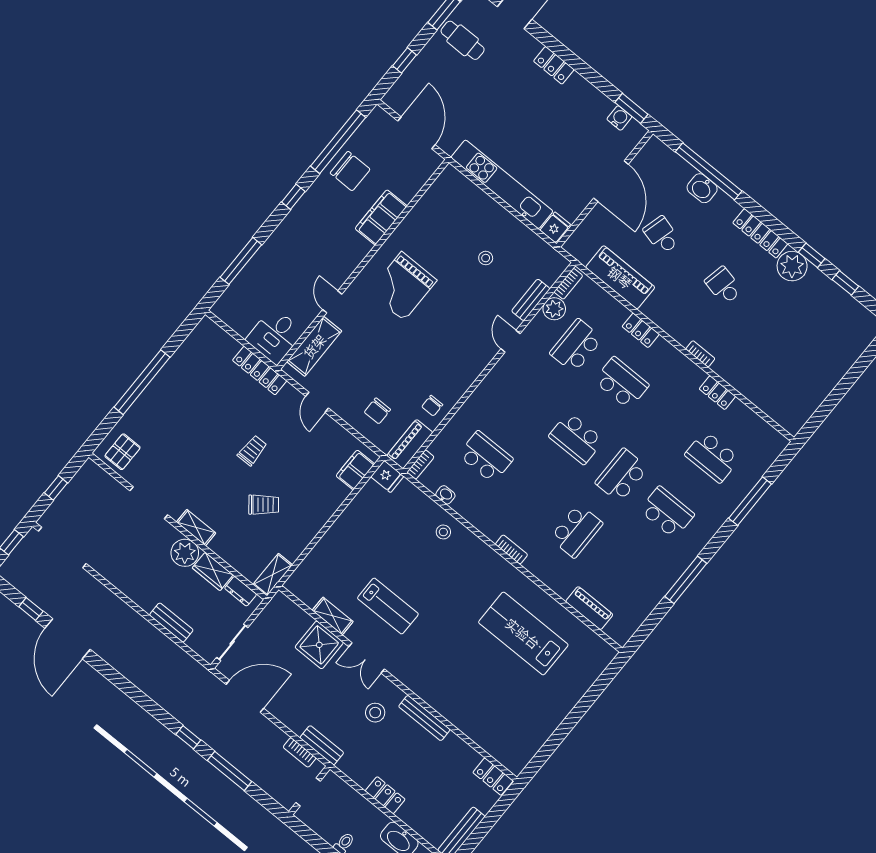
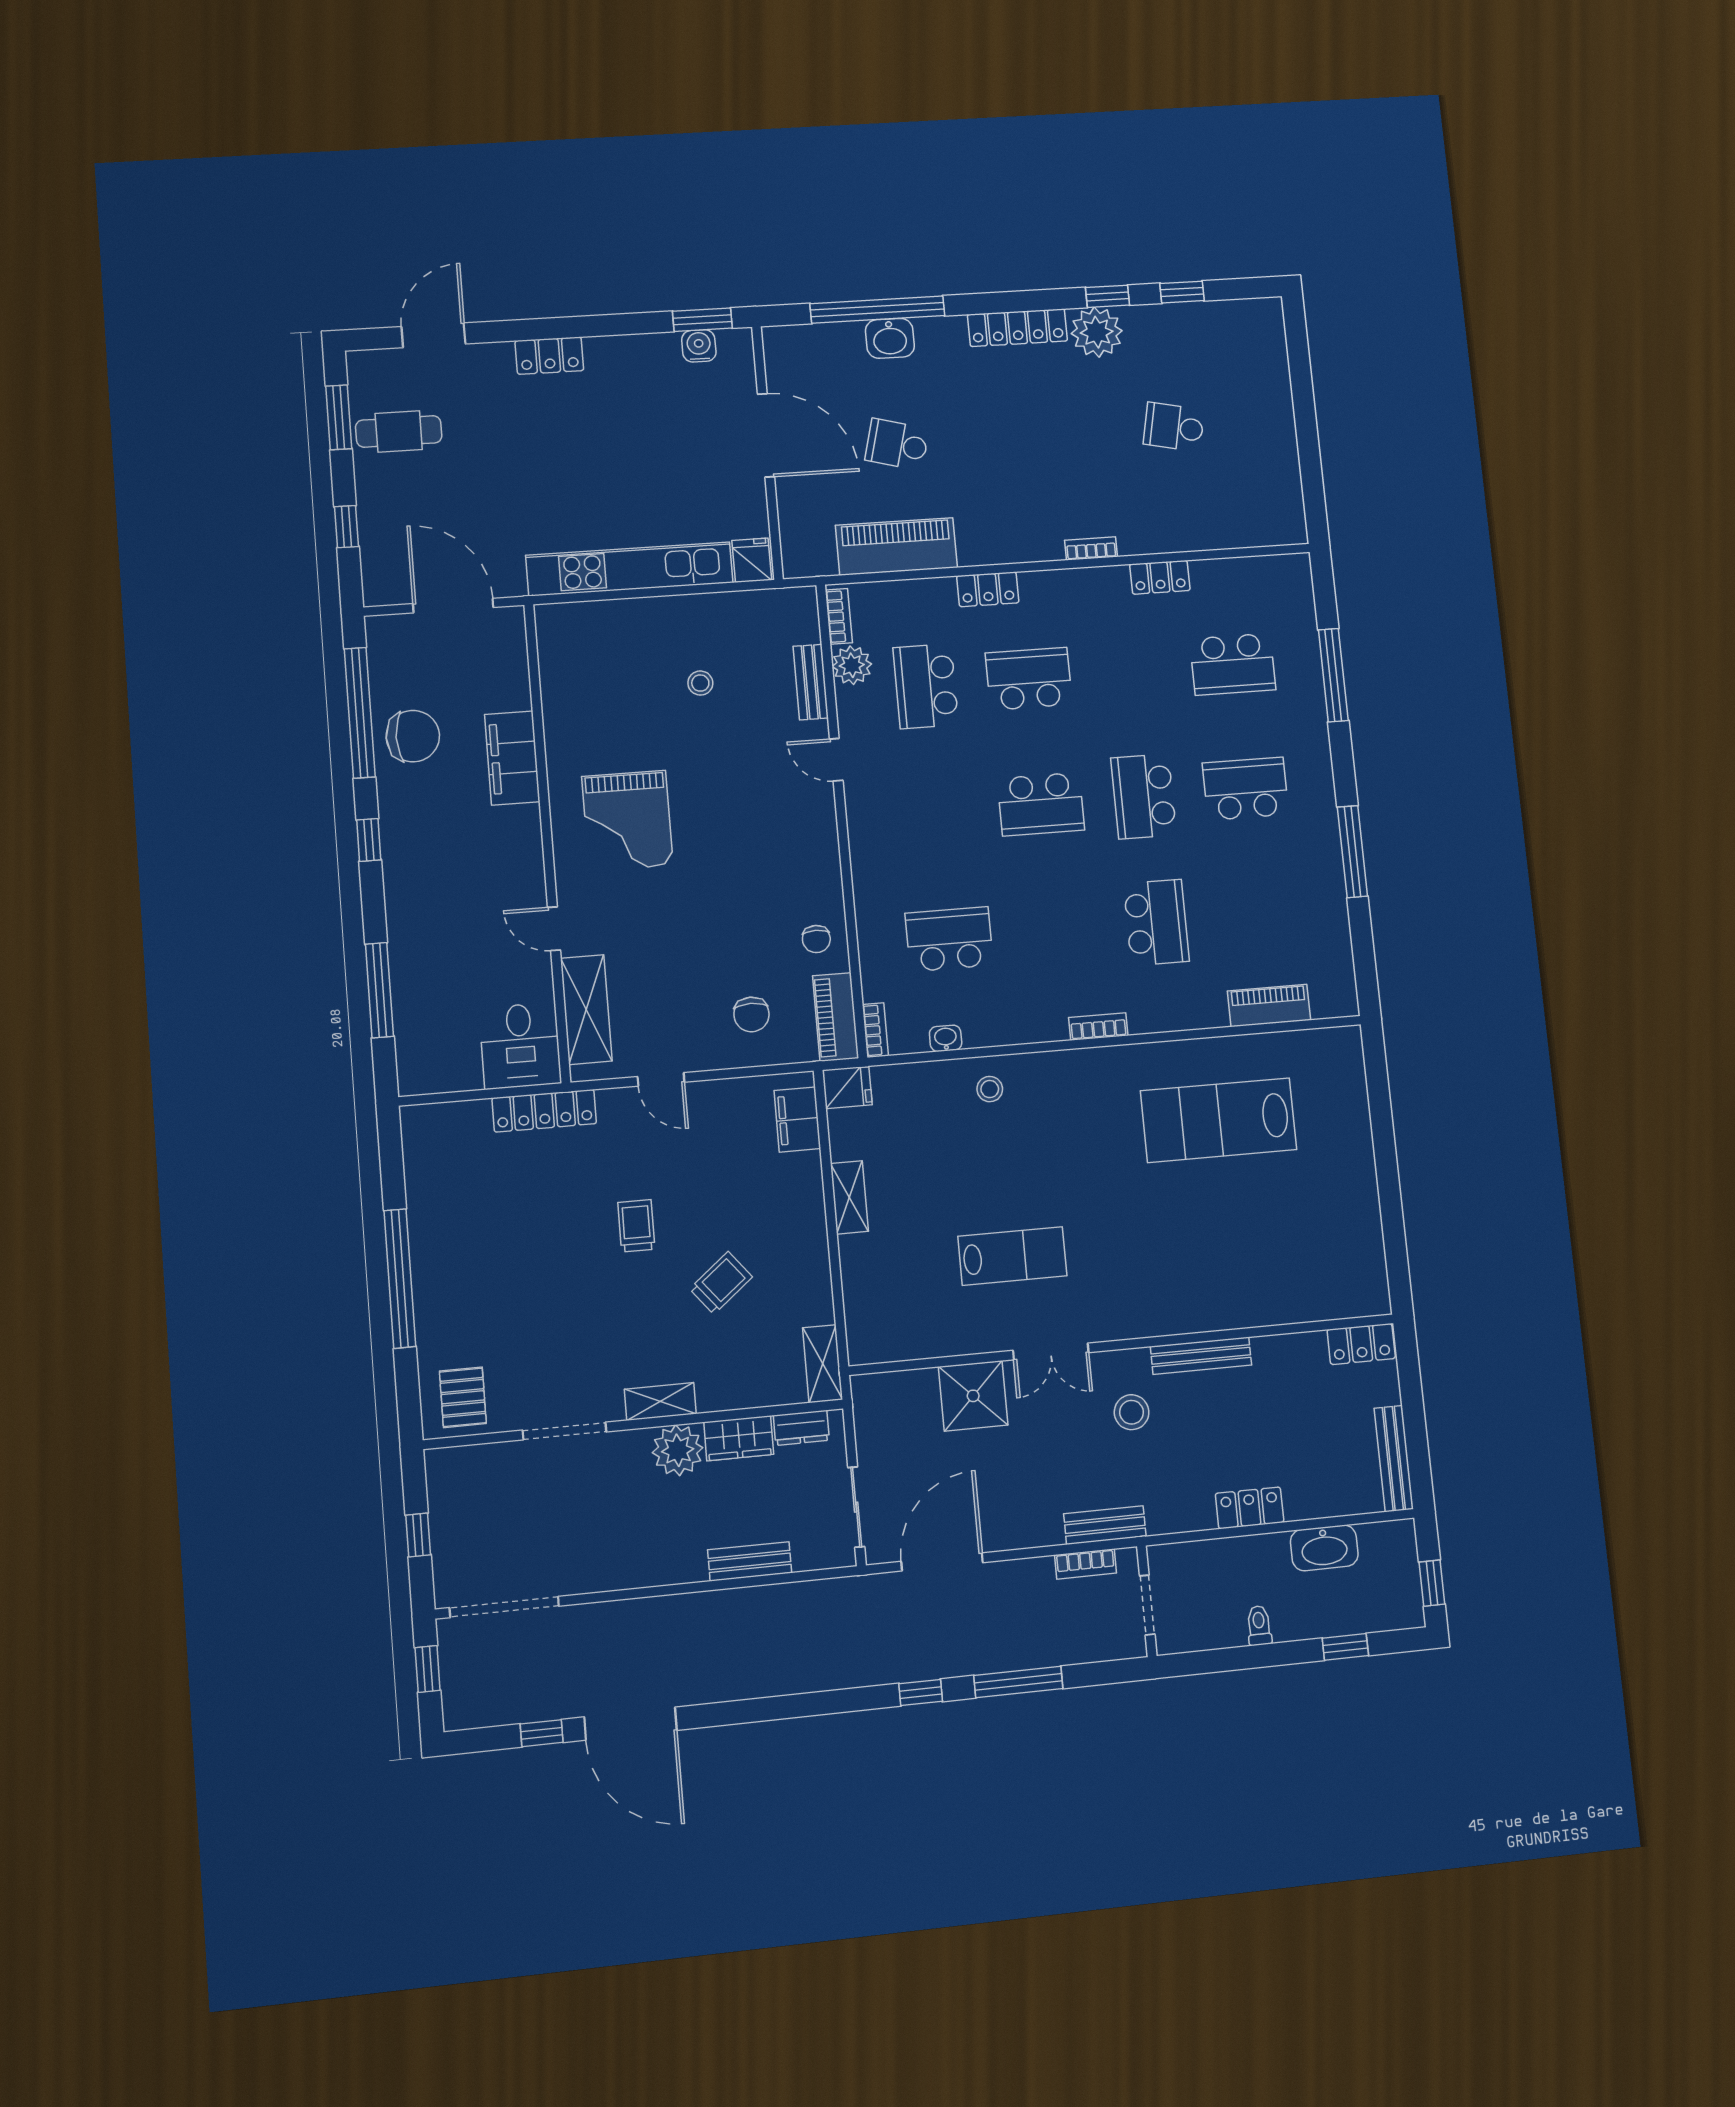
school desk: (724, 286) -> (1174, 427), moved
shelving: (333, 616) -> (849, 1197), moved, turned 90

